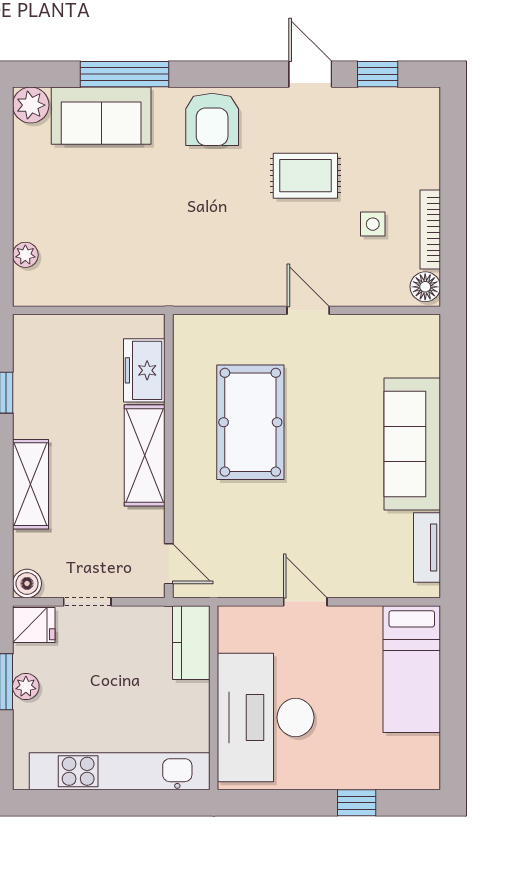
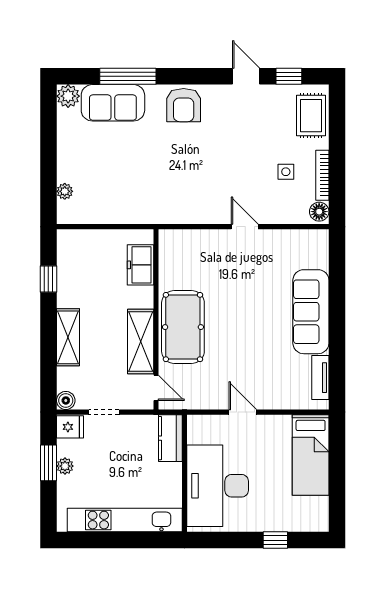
rug: (305, 176) -> (311, 116), moved, turned 90
pool table: (250, 422) -> (183, 327), moved
shelving: (145, 455) -> (141, 341), moved

